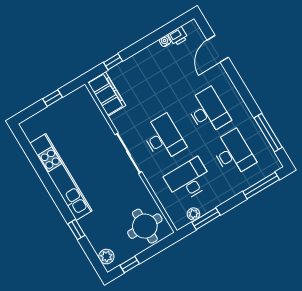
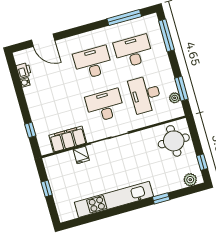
filing cabinet: (107, 94) -> (68, 139), moved
fridge: (101, 127) -> (81, 155), added

